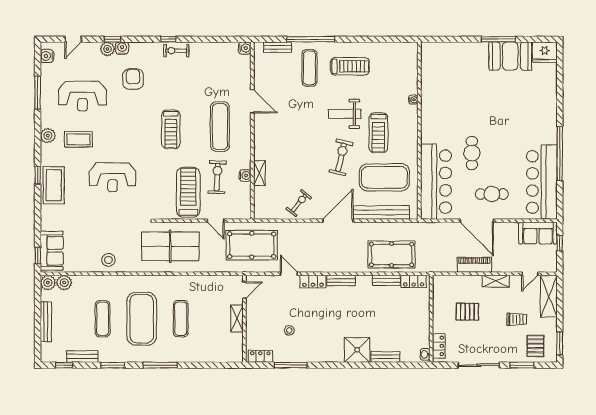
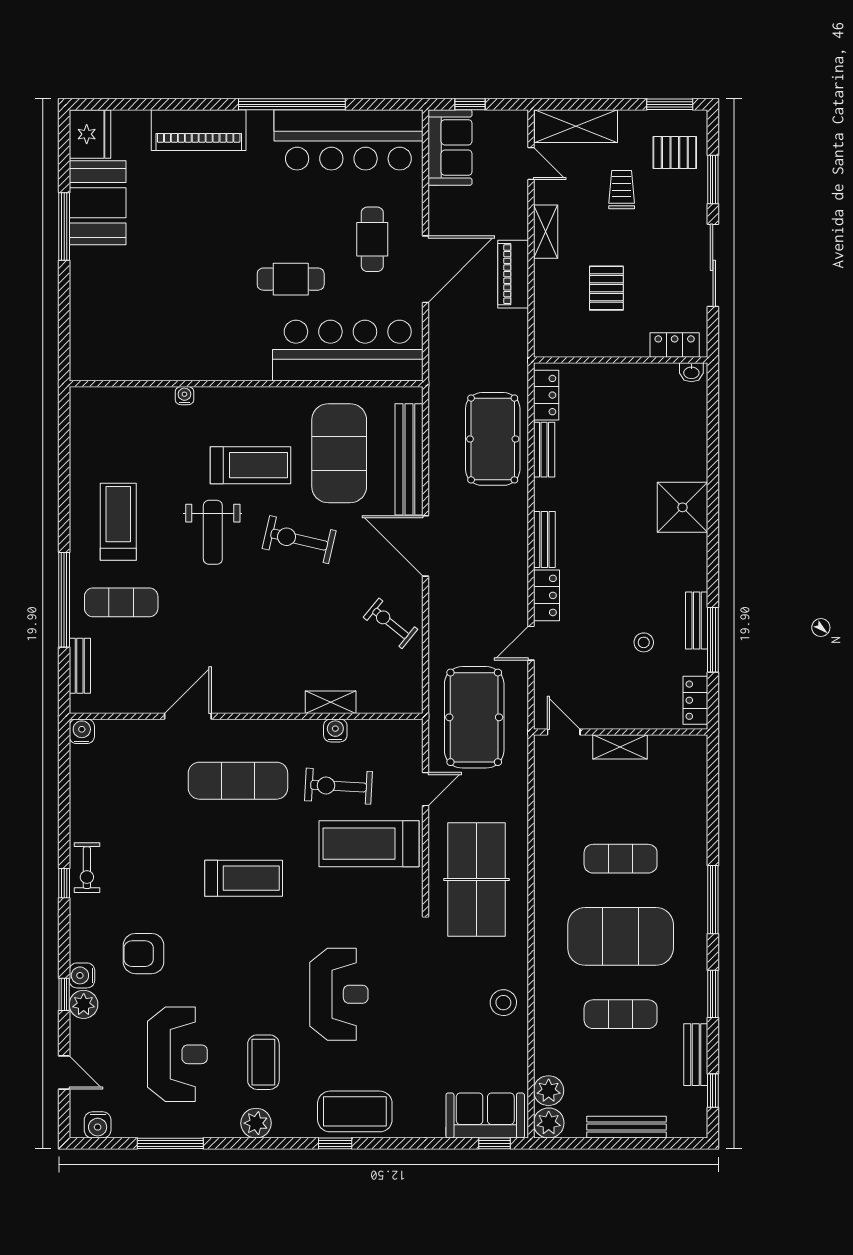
piano: (547, 107) -> (199, 130), added
bench: (385, 357) -> (697, 620), moved

